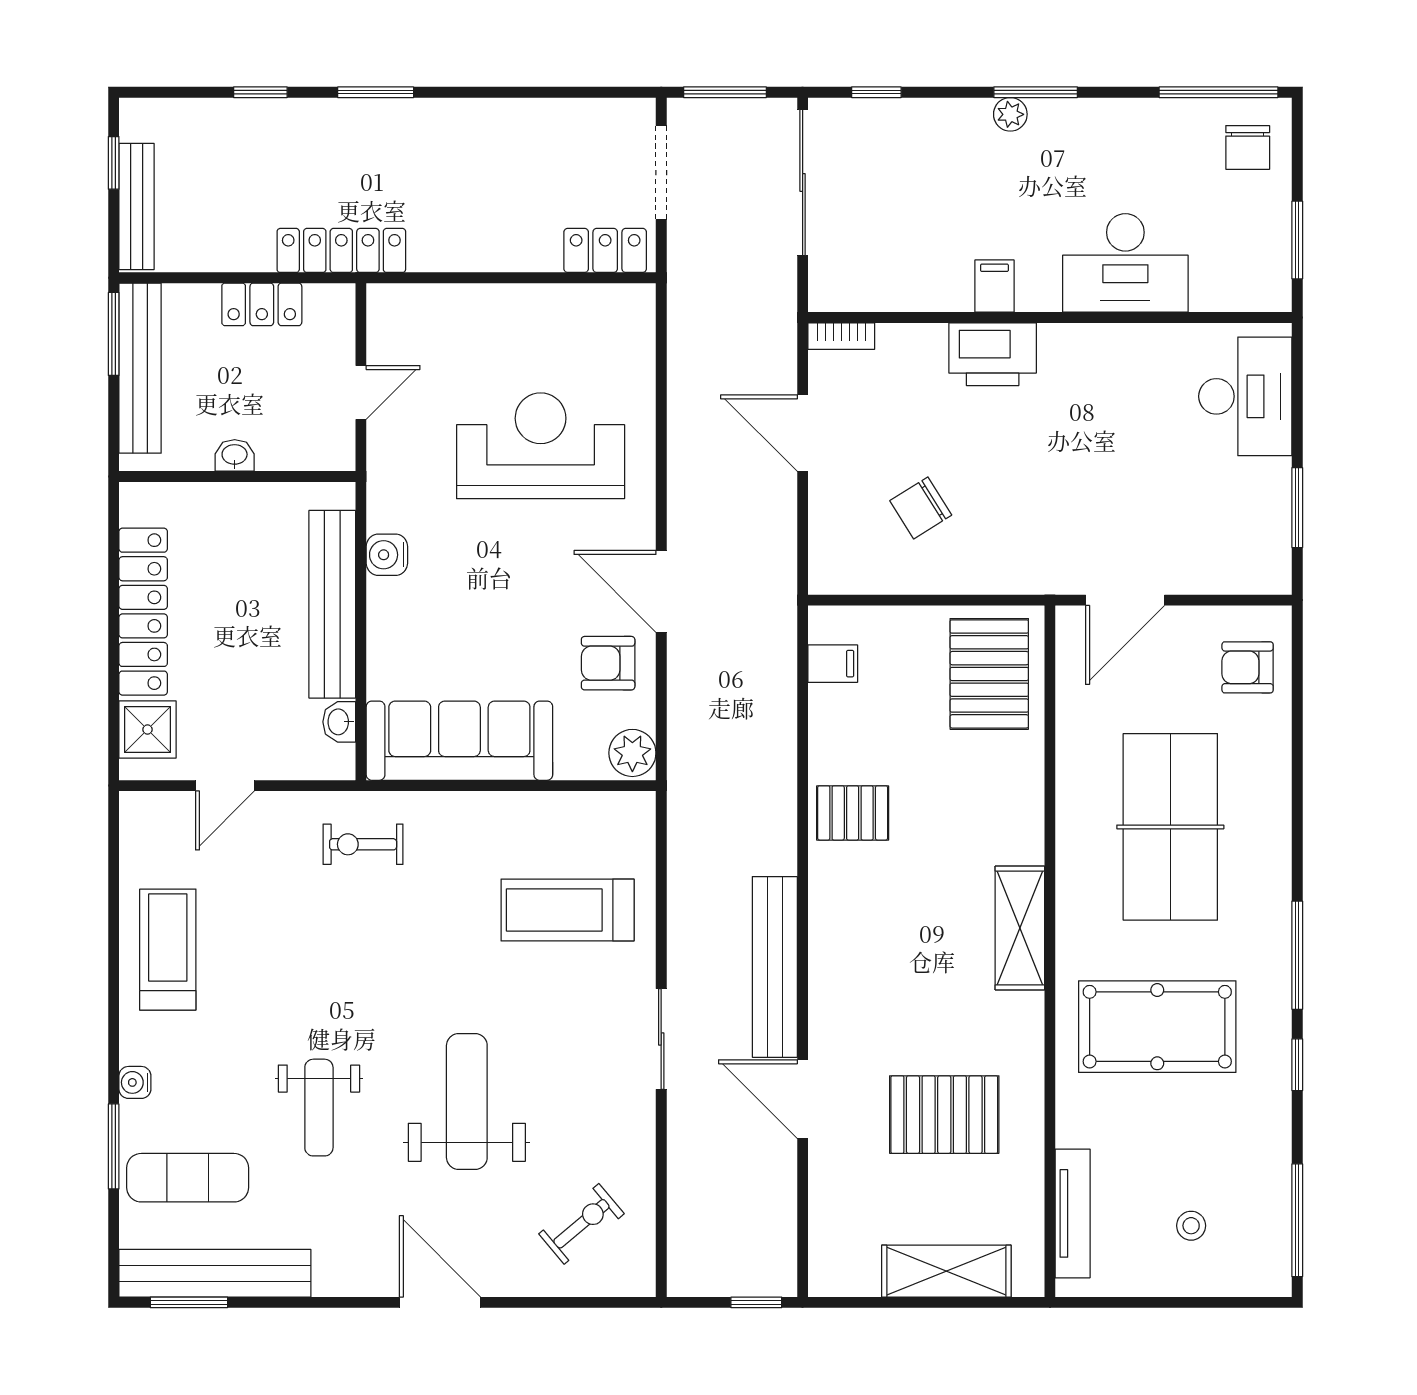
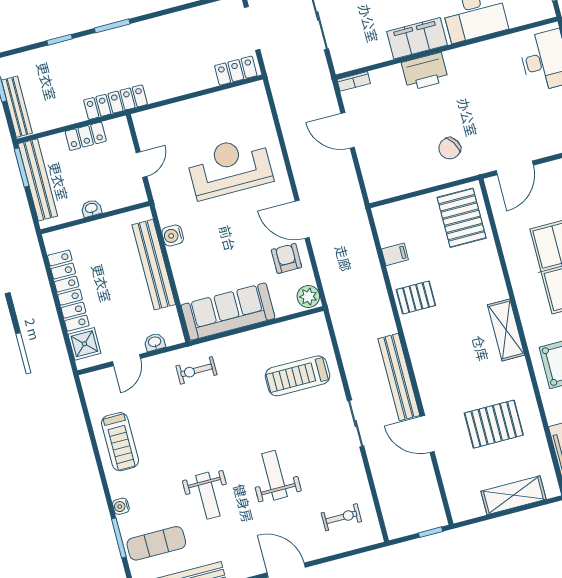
filing cabinet: (994, 286) -> (417, 38), width x3.00, depth x1.17
chair: (921, 508) -> (450, 148), moved
armchair: (608, 663) -> (286, 258), turned 90
filing cabinet: (833, 664) -> (395, 254), moved
washbasin: (339, 722) -> (155, 342), moved, turned 90
treadmill: (168, 950) -> (120, 442), turned 180
weight bench: (467, 1101) -> (275, 475), width x0.73, depth x0.75
exercise bike: (581, 1224) -> (341, 517), turned 40

